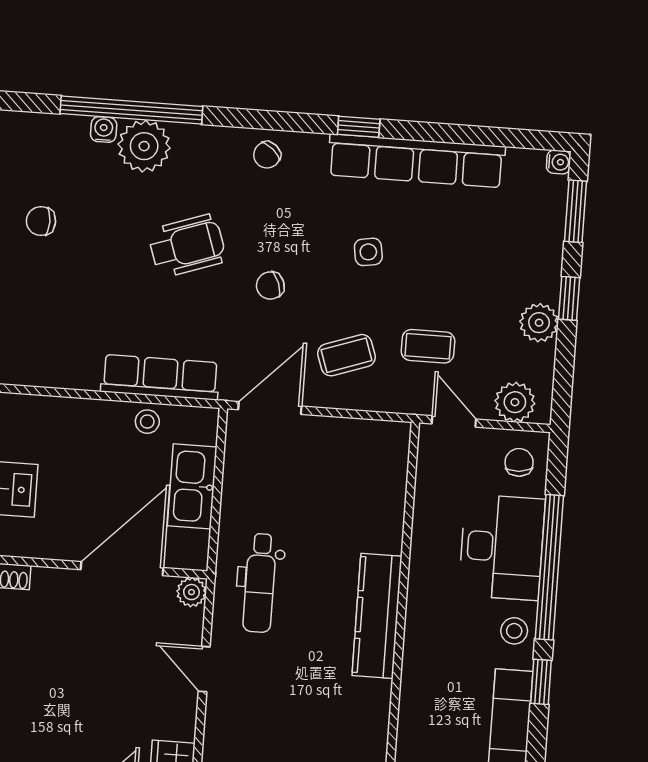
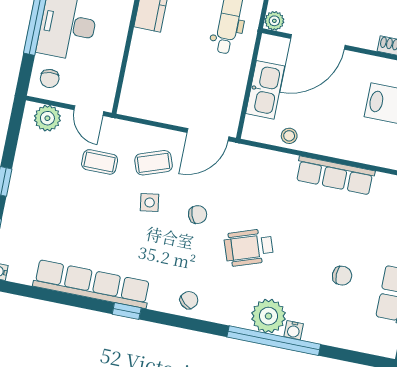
side table: (368, 252) -> (150, 202), moved
plant: (539, 323) -> (25, 168), removed
row of seats: (160, 377) -> (335, 175), moved

